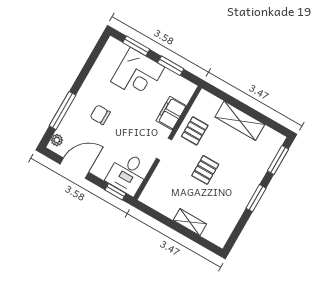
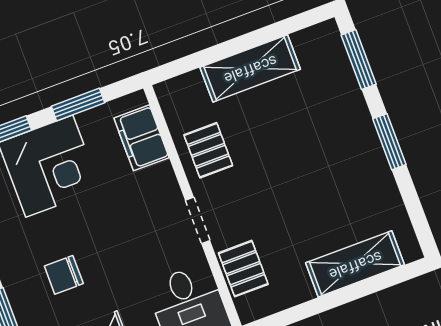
filing cabinet: (171, 113) -> (142, 138), moved
pallet: (205, 170) -> (243, 269), moved
shelving: (190, 222) -> (355, 264), width x1.50, depth x1.33

